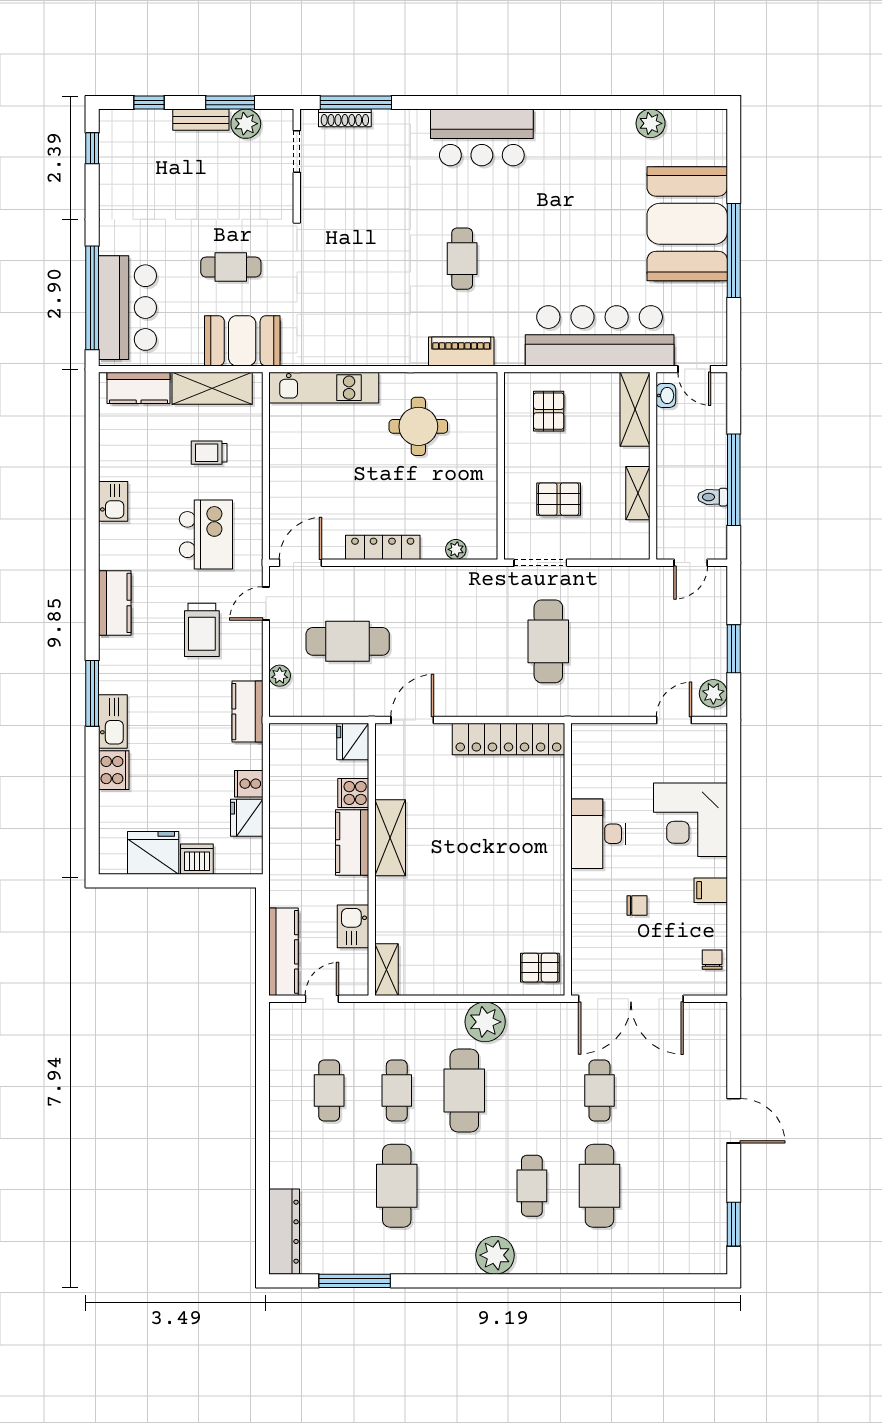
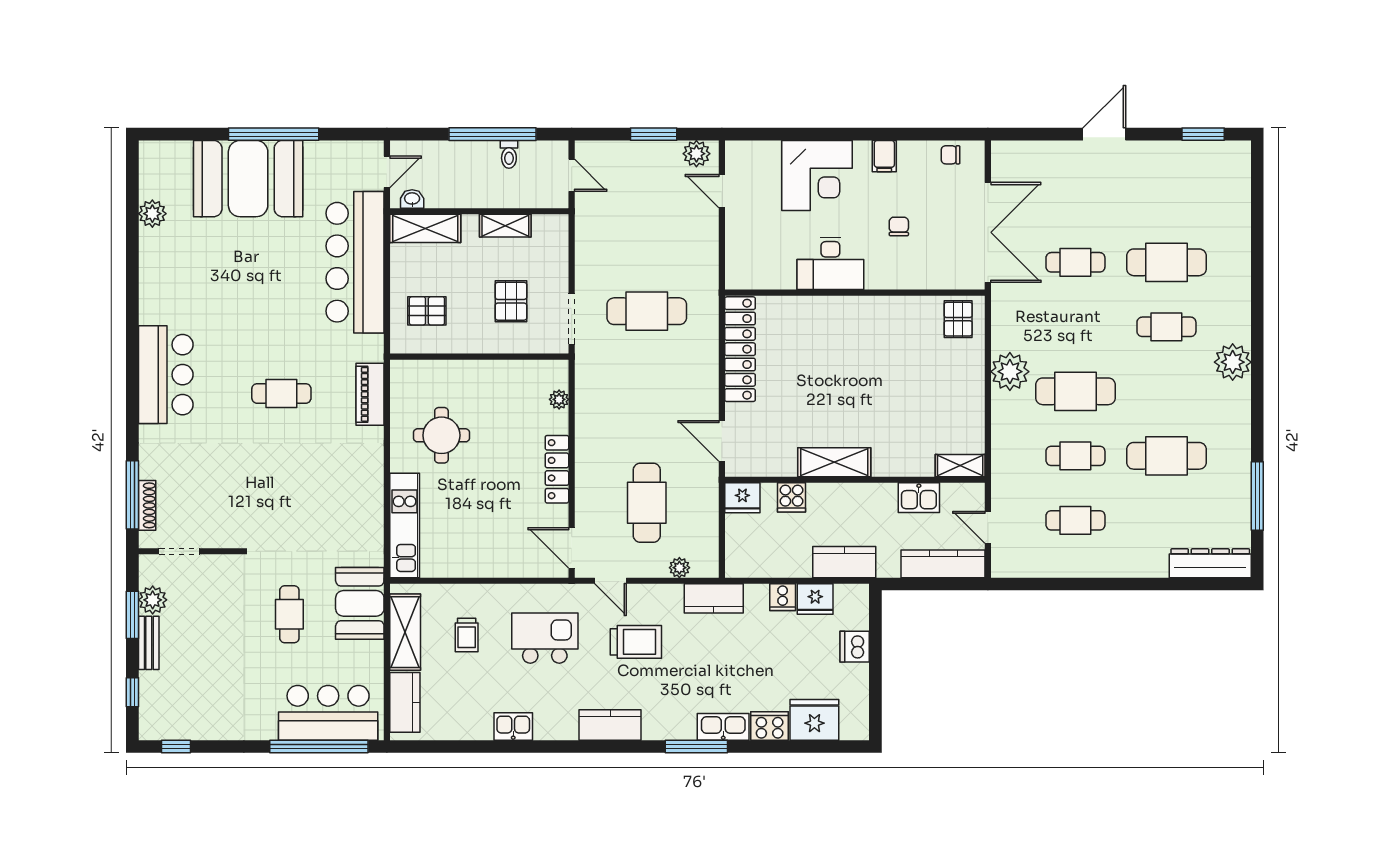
kitchen counter: (352, 842) -> (844, 562), moved, turned 180
fridge: (153, 853) -> (814, 720), moved, turned 90

